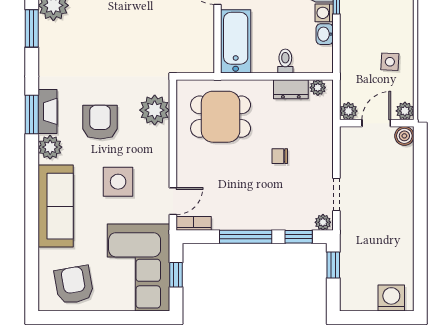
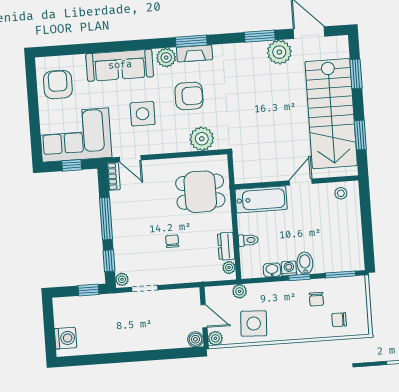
side table: (390, 62) -> (254, 323), width x1.87, depth x1.87
plant: (348, 111) -> (240, 291), moved
dining table: (221, 117) -> (200, 192), turned 90
armchair: (74, 285) -> (58, 84), turned -80

